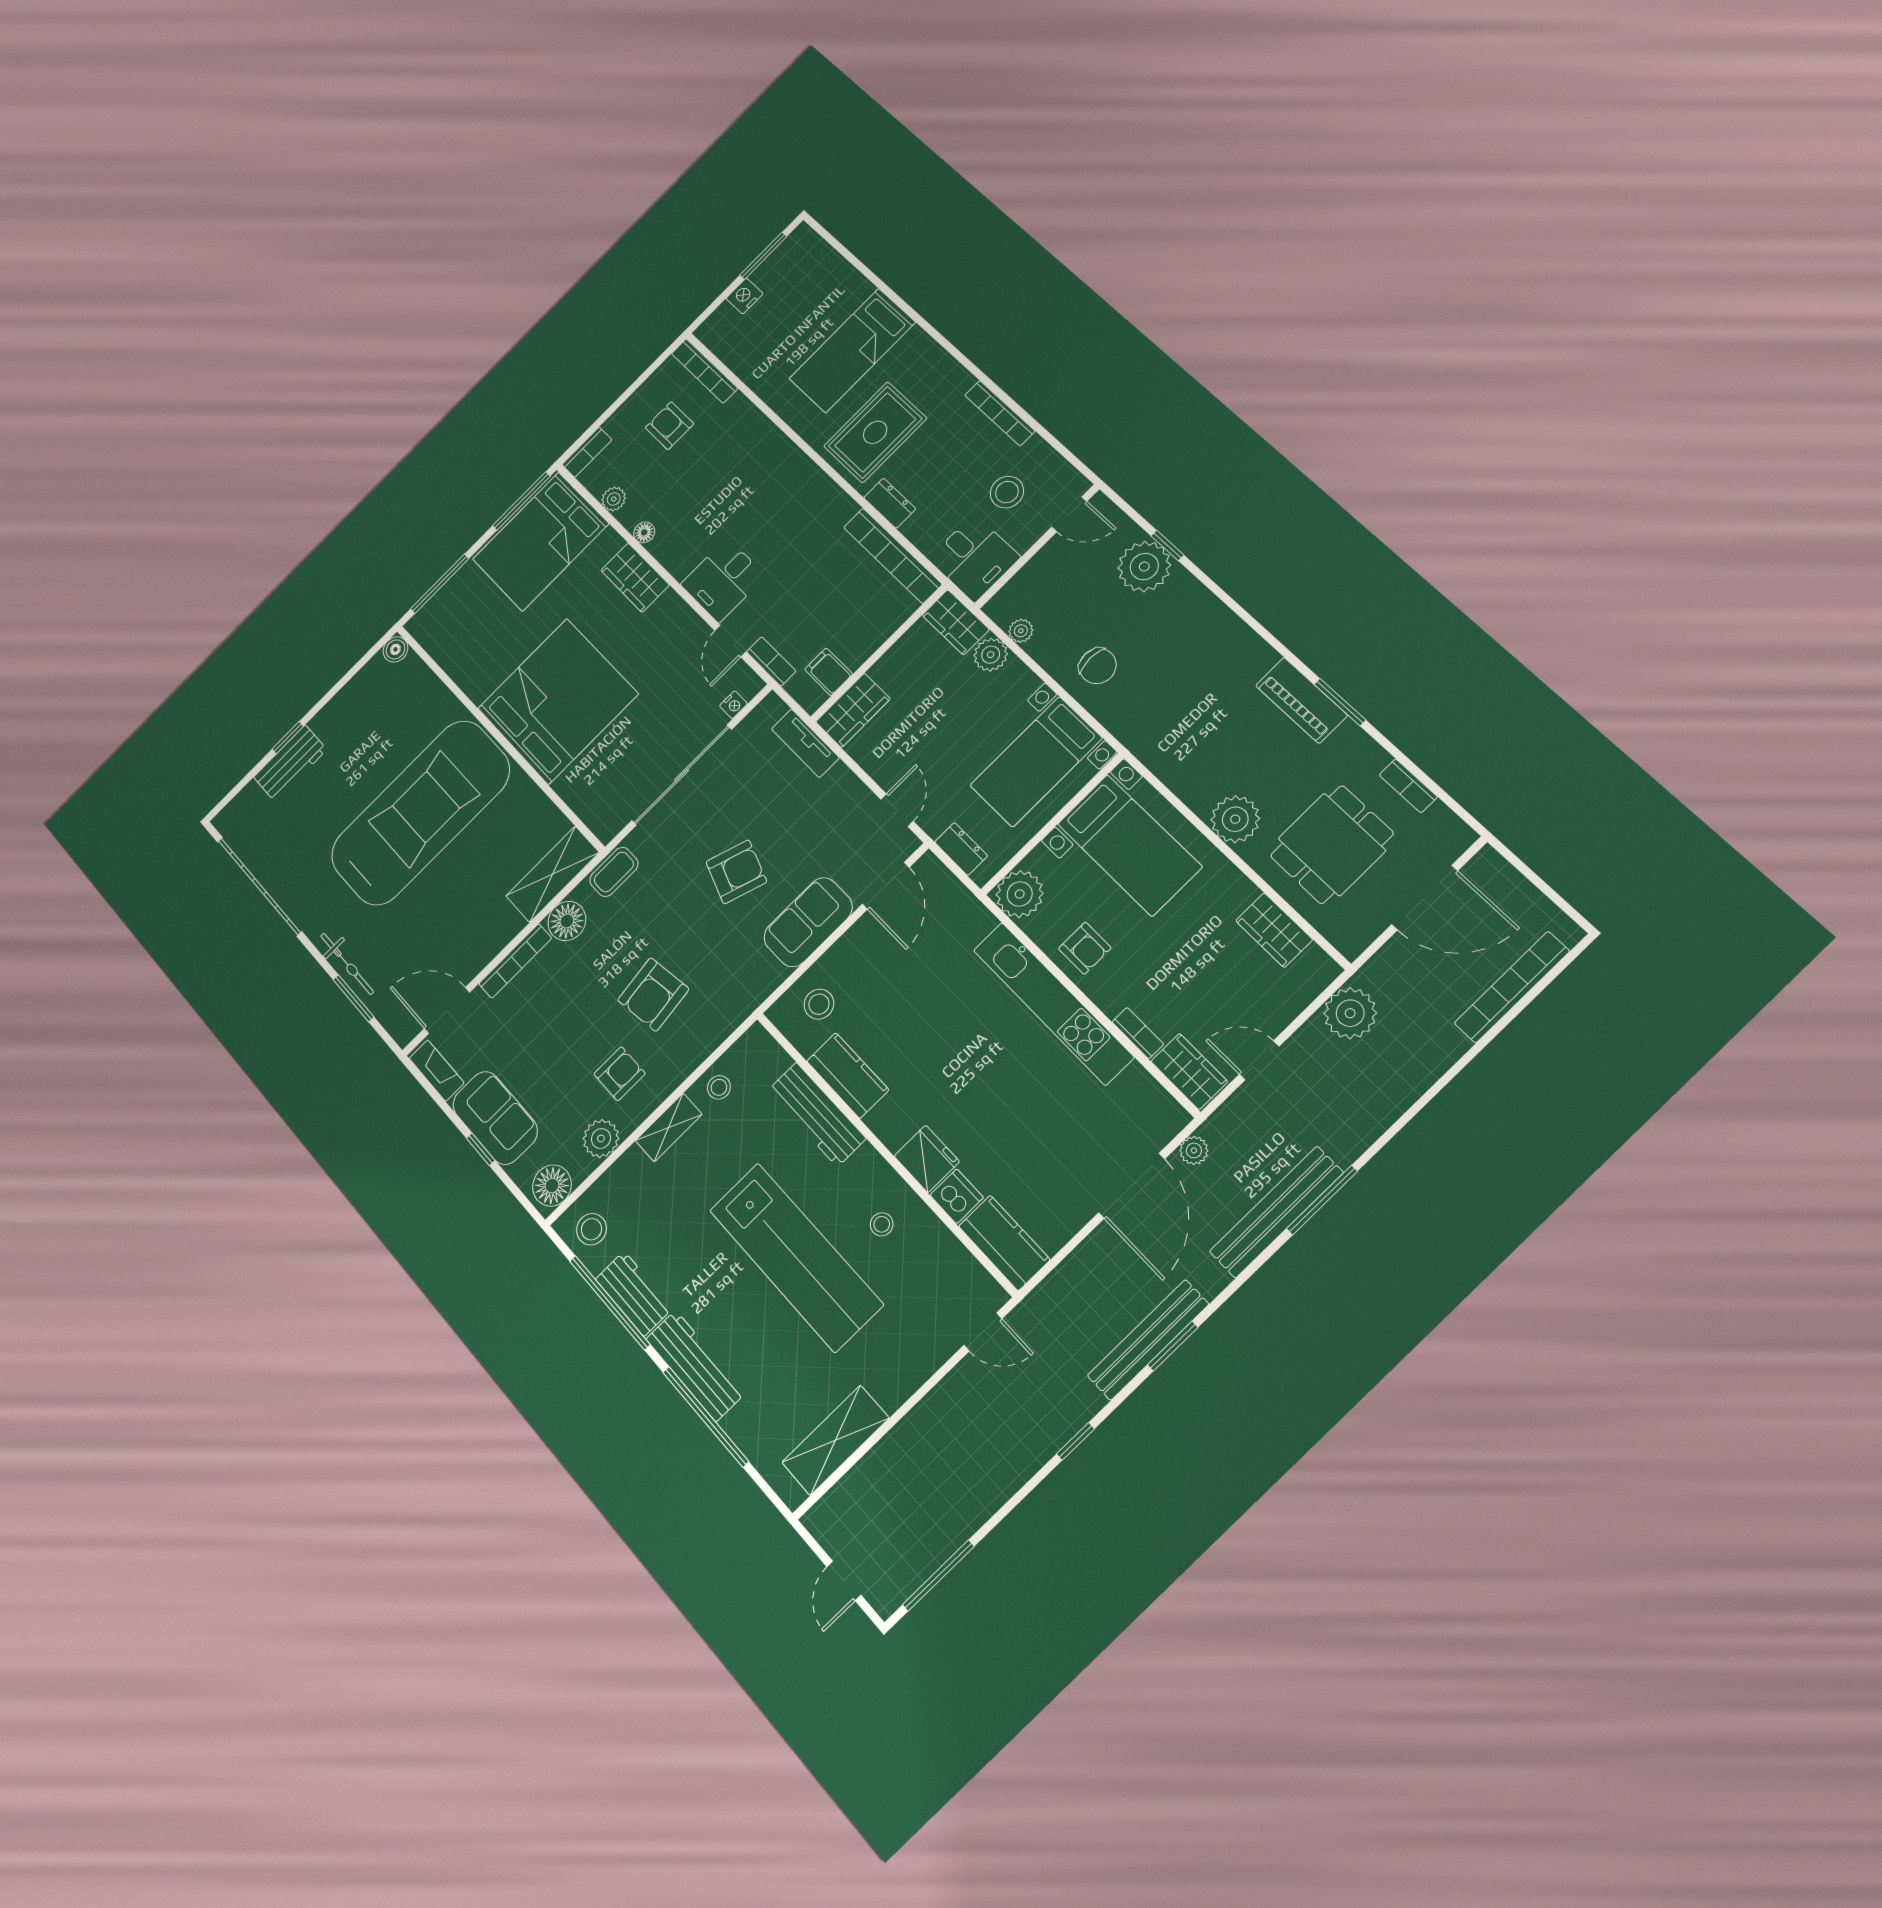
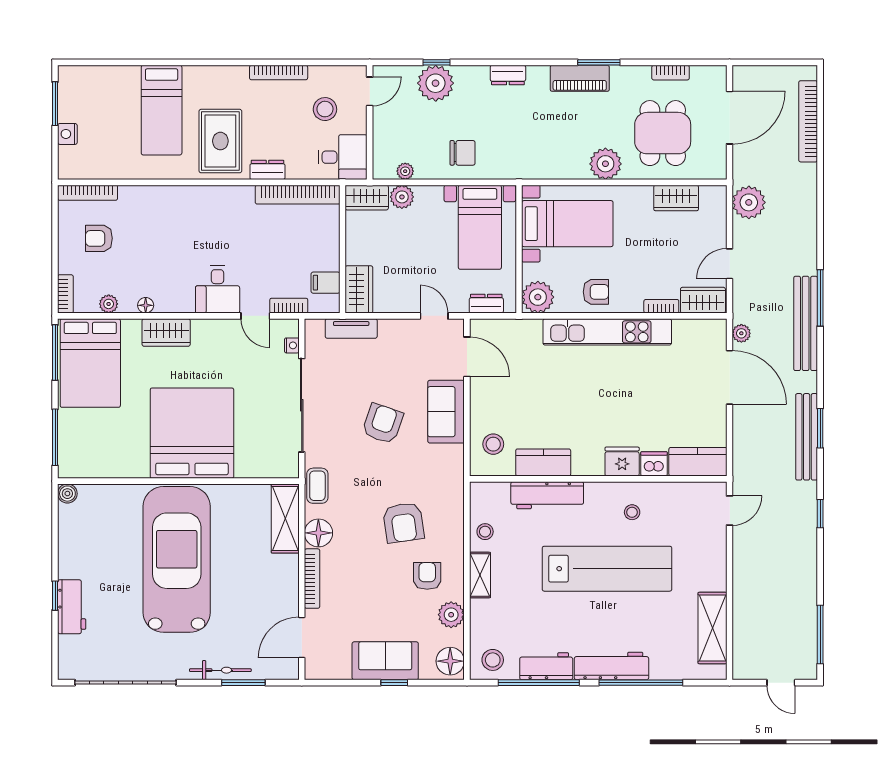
dresser: (1228, 627) -> (508, 75), added
fireplace: (437, 1071) -> (329, 671), removed

